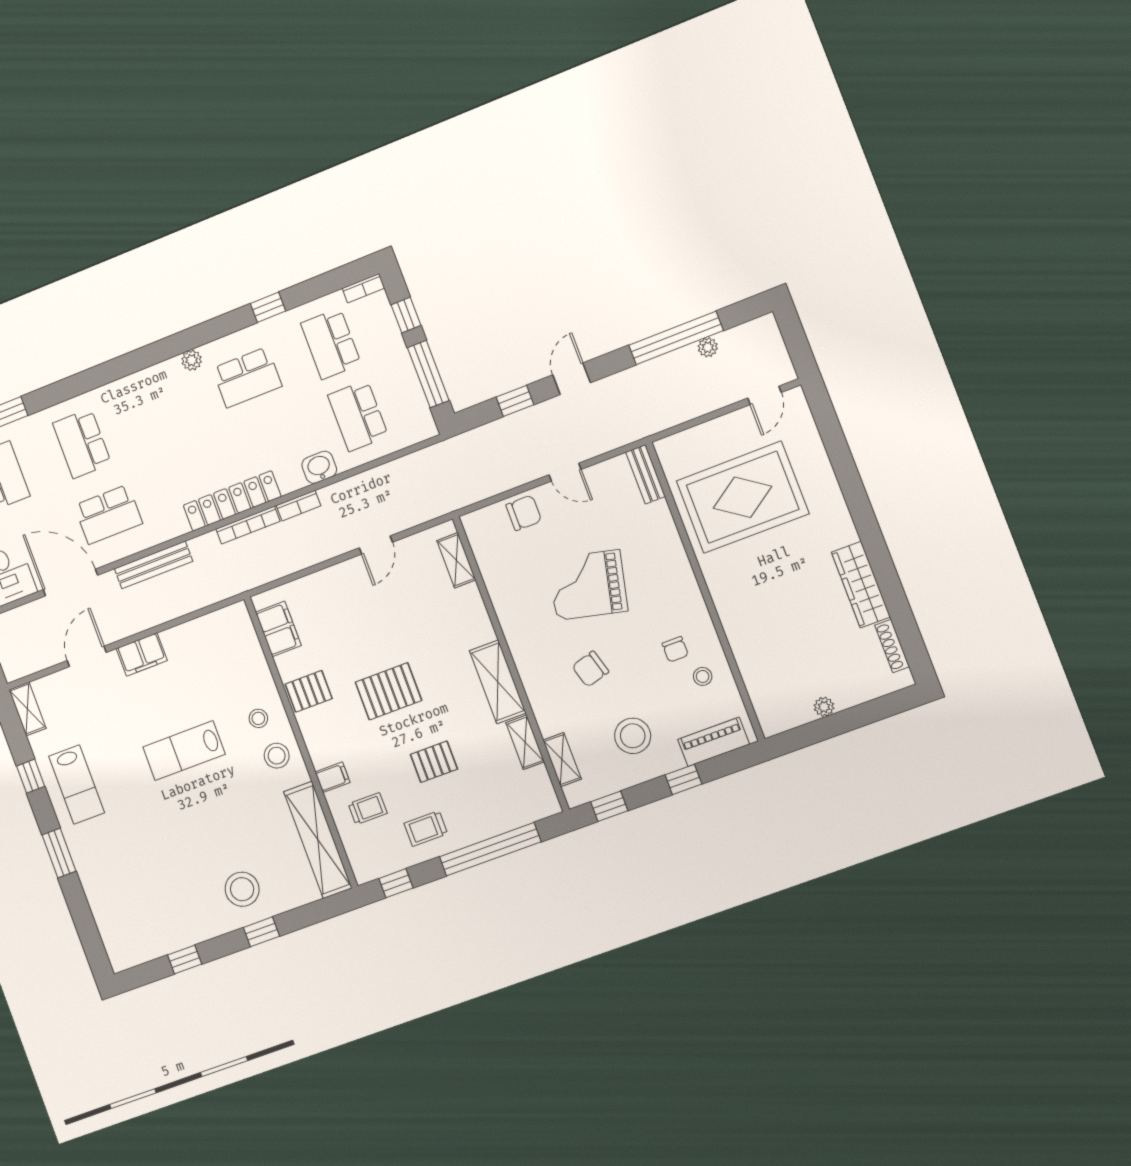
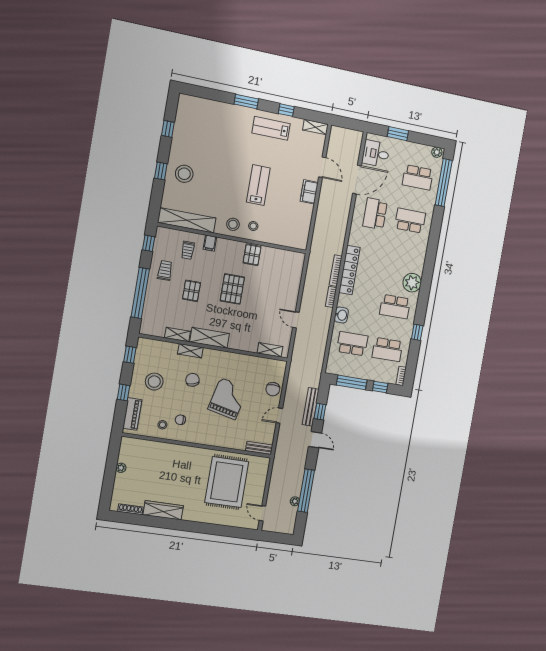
school desk: (331, 344) -> (387, 350), turned 180
plant: (192, 360) -> (412, 283), width x1.88, depth x1.88
school desk: (247, 377) -> (395, 307), turned -90
bench: (153, 565) -> (311, 407), moved
filing cabinet: (278, 629) -> (286, 258), removed
shelving: (562, 760) -> (190, 351), moved

